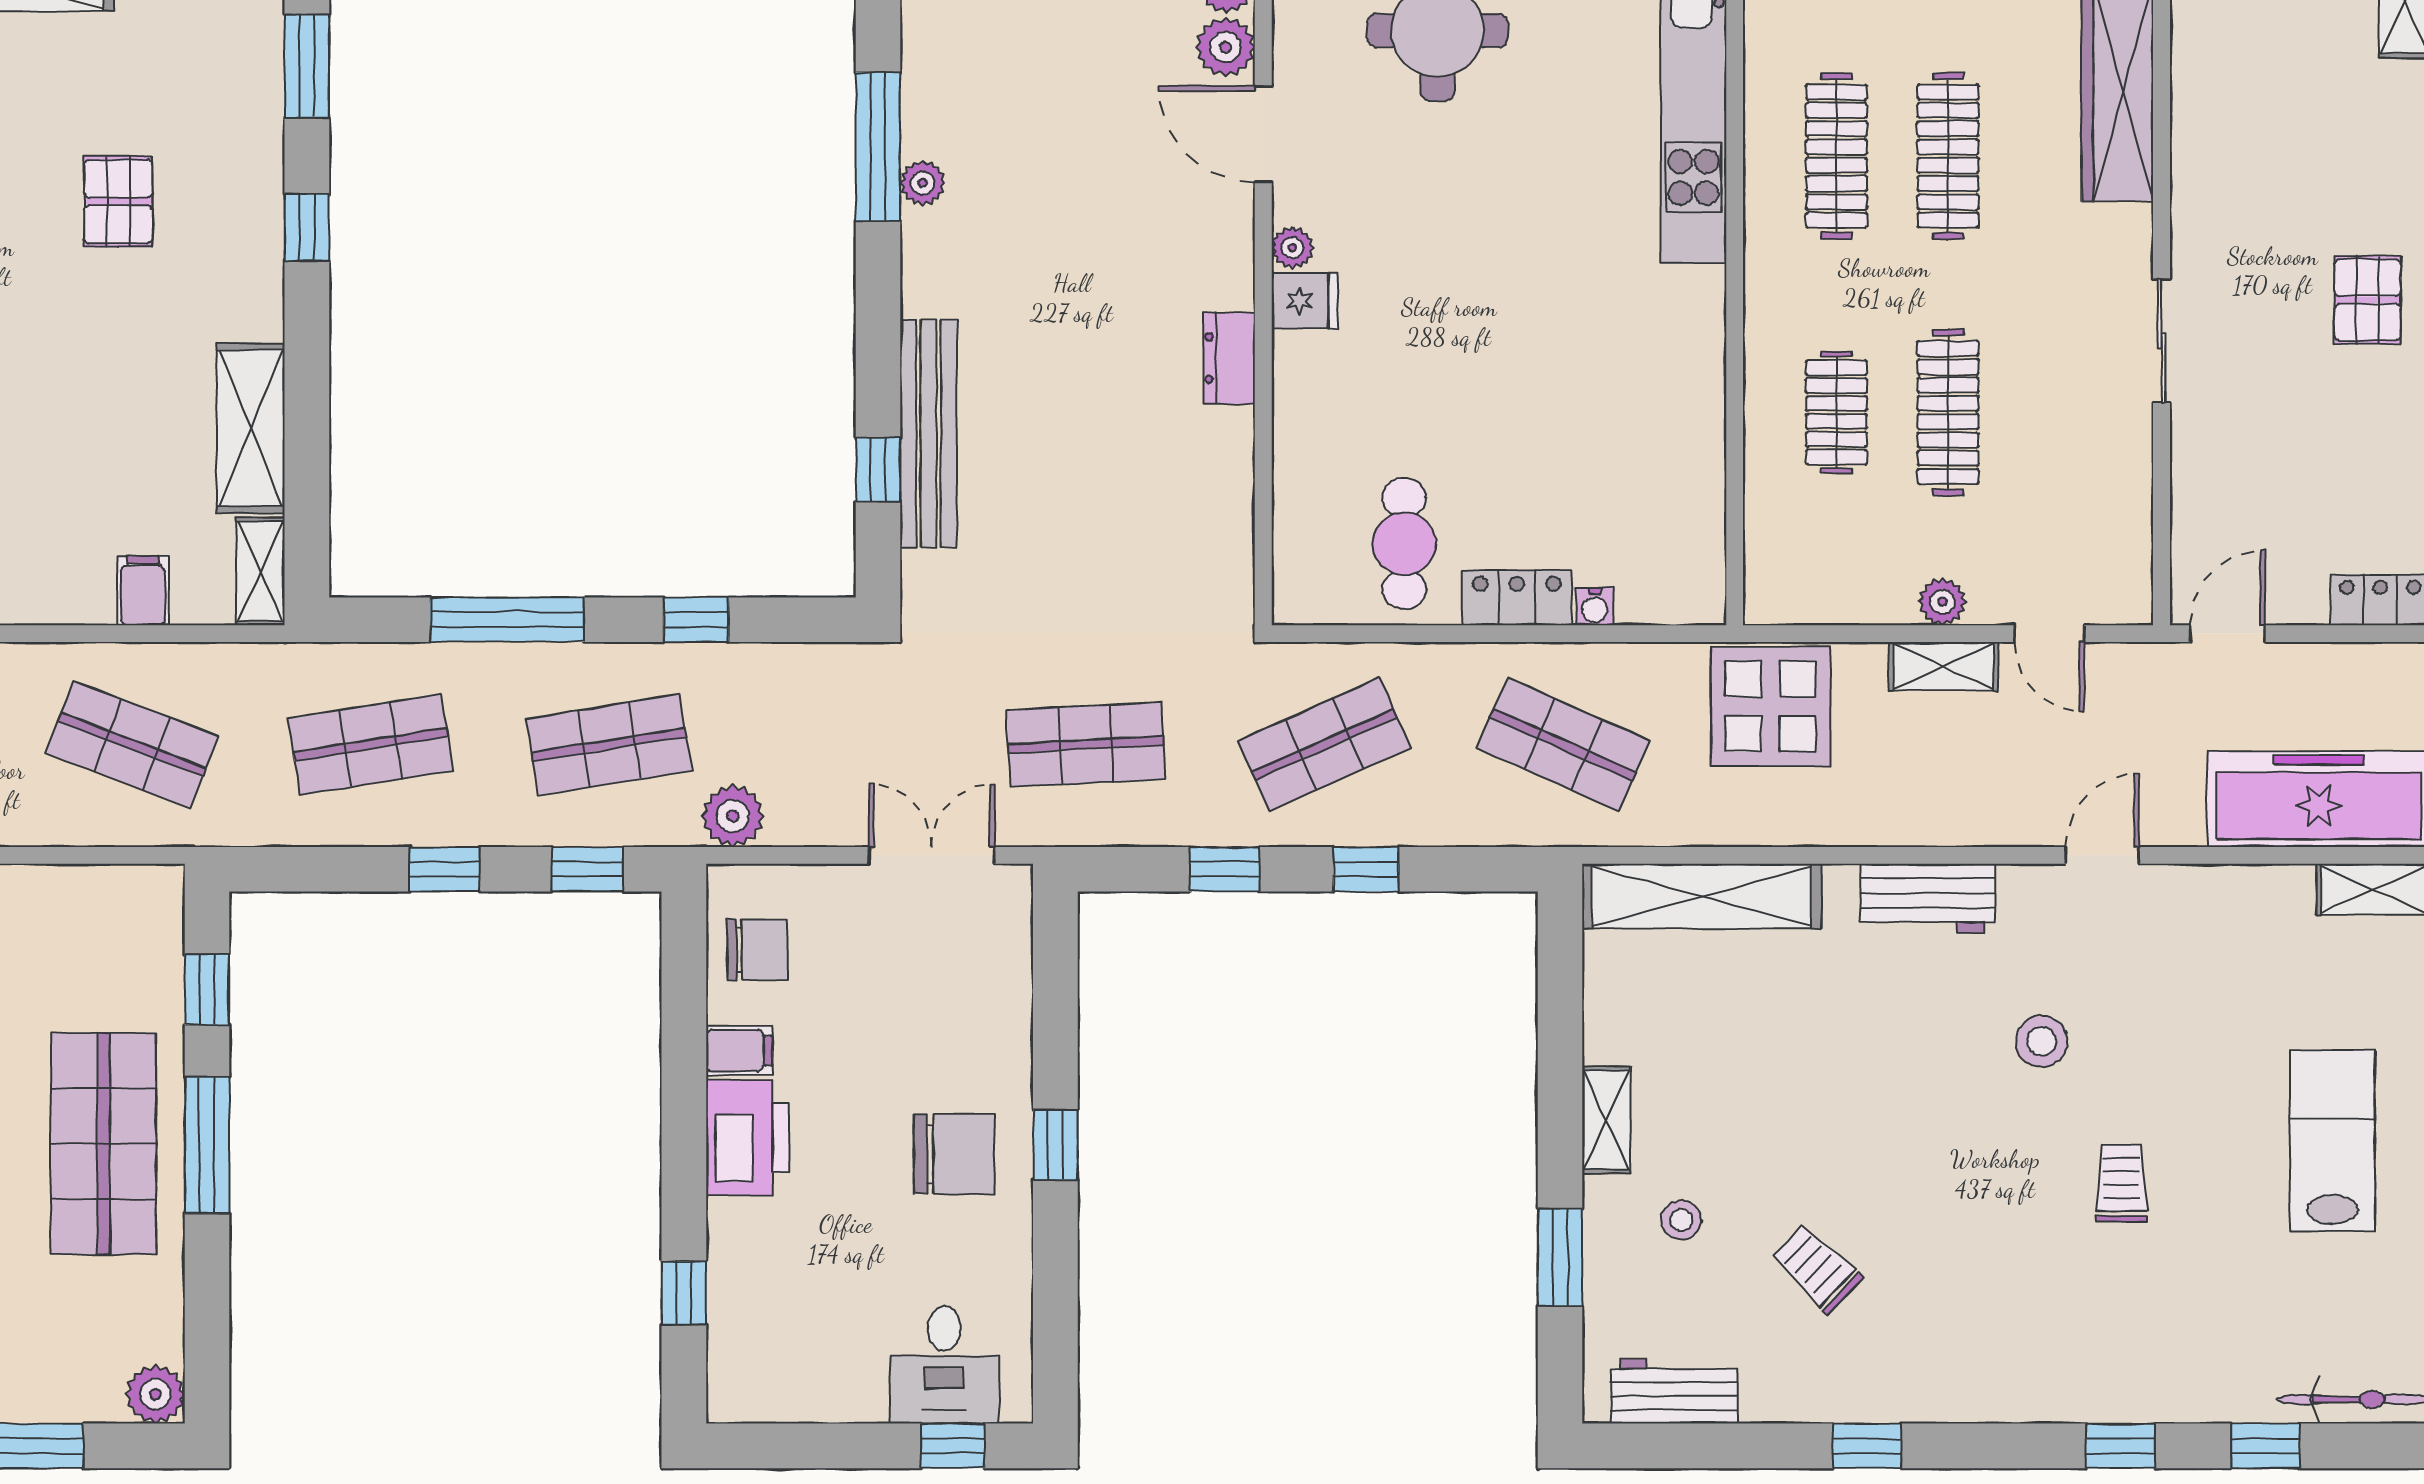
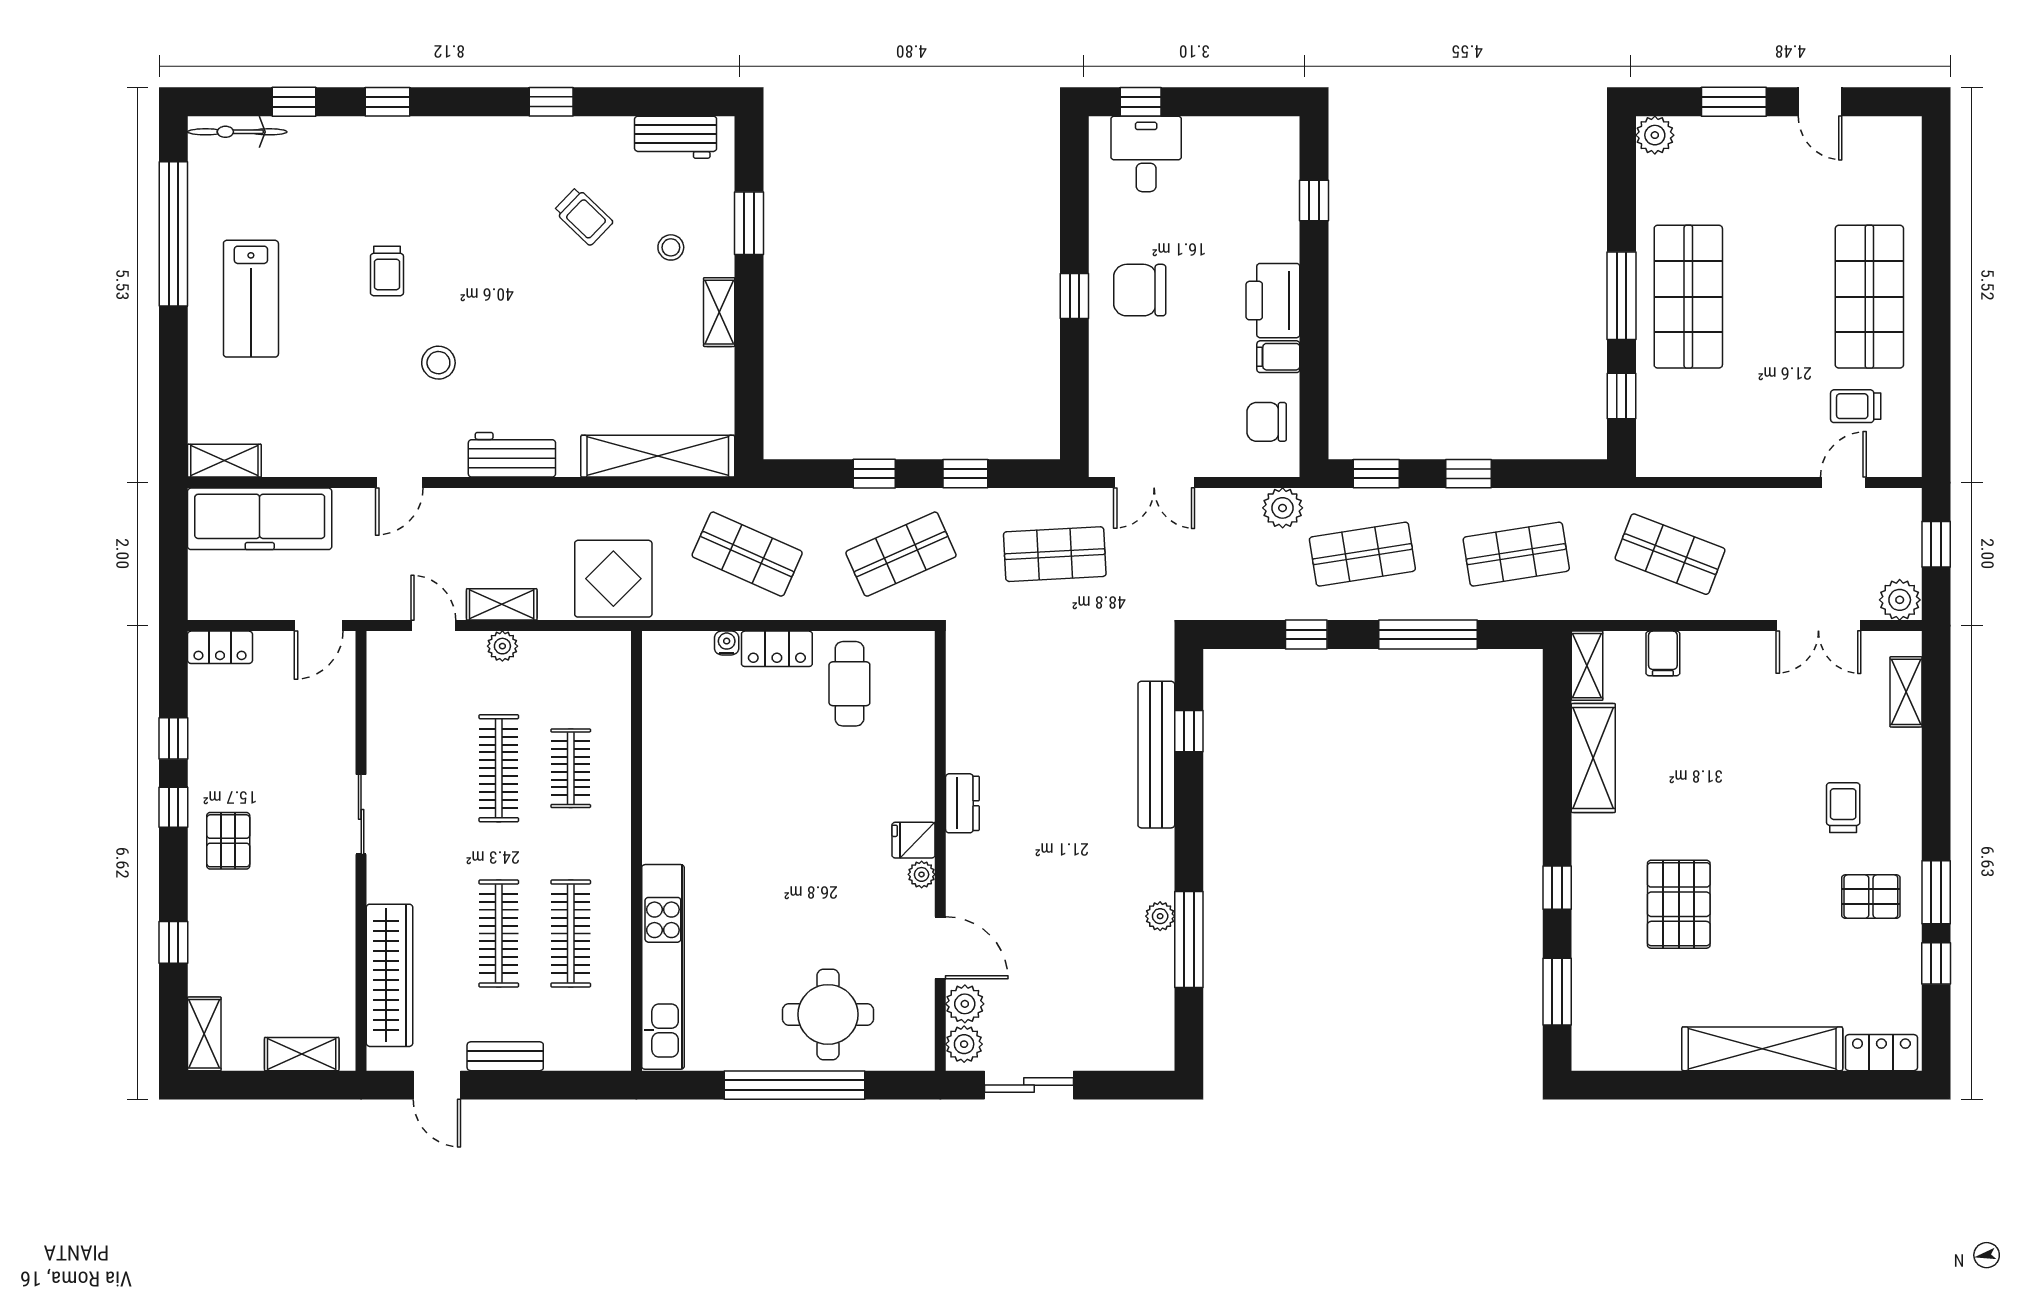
pallet: (118, 202) -> (1679, 904), width x1.50, depth x1.42

